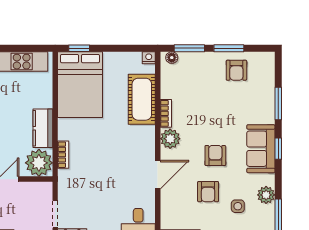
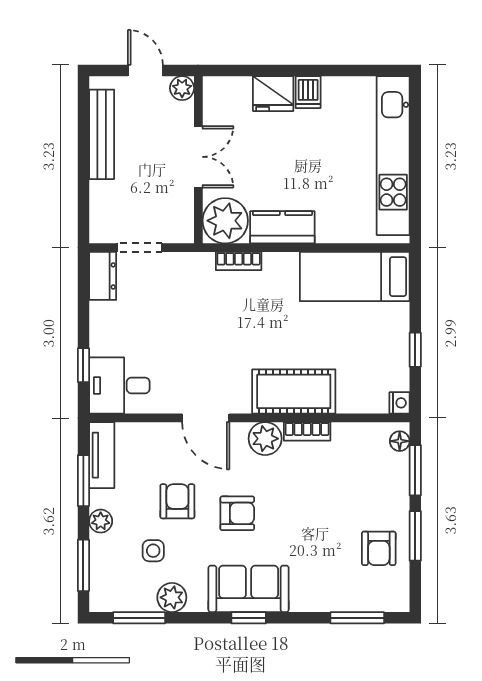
window: (79, 48) -> (415, 350), moved
armchair: (236, 70) -> (379, 548), turned -90
bed: (80, 85) -> (355, 277), width x0.67
cot: (142, 99) -> (294, 391), moved
window: (278, 103) -> (357, 618), moved
armchair: (208, 192) -> (177, 501), turned 90

